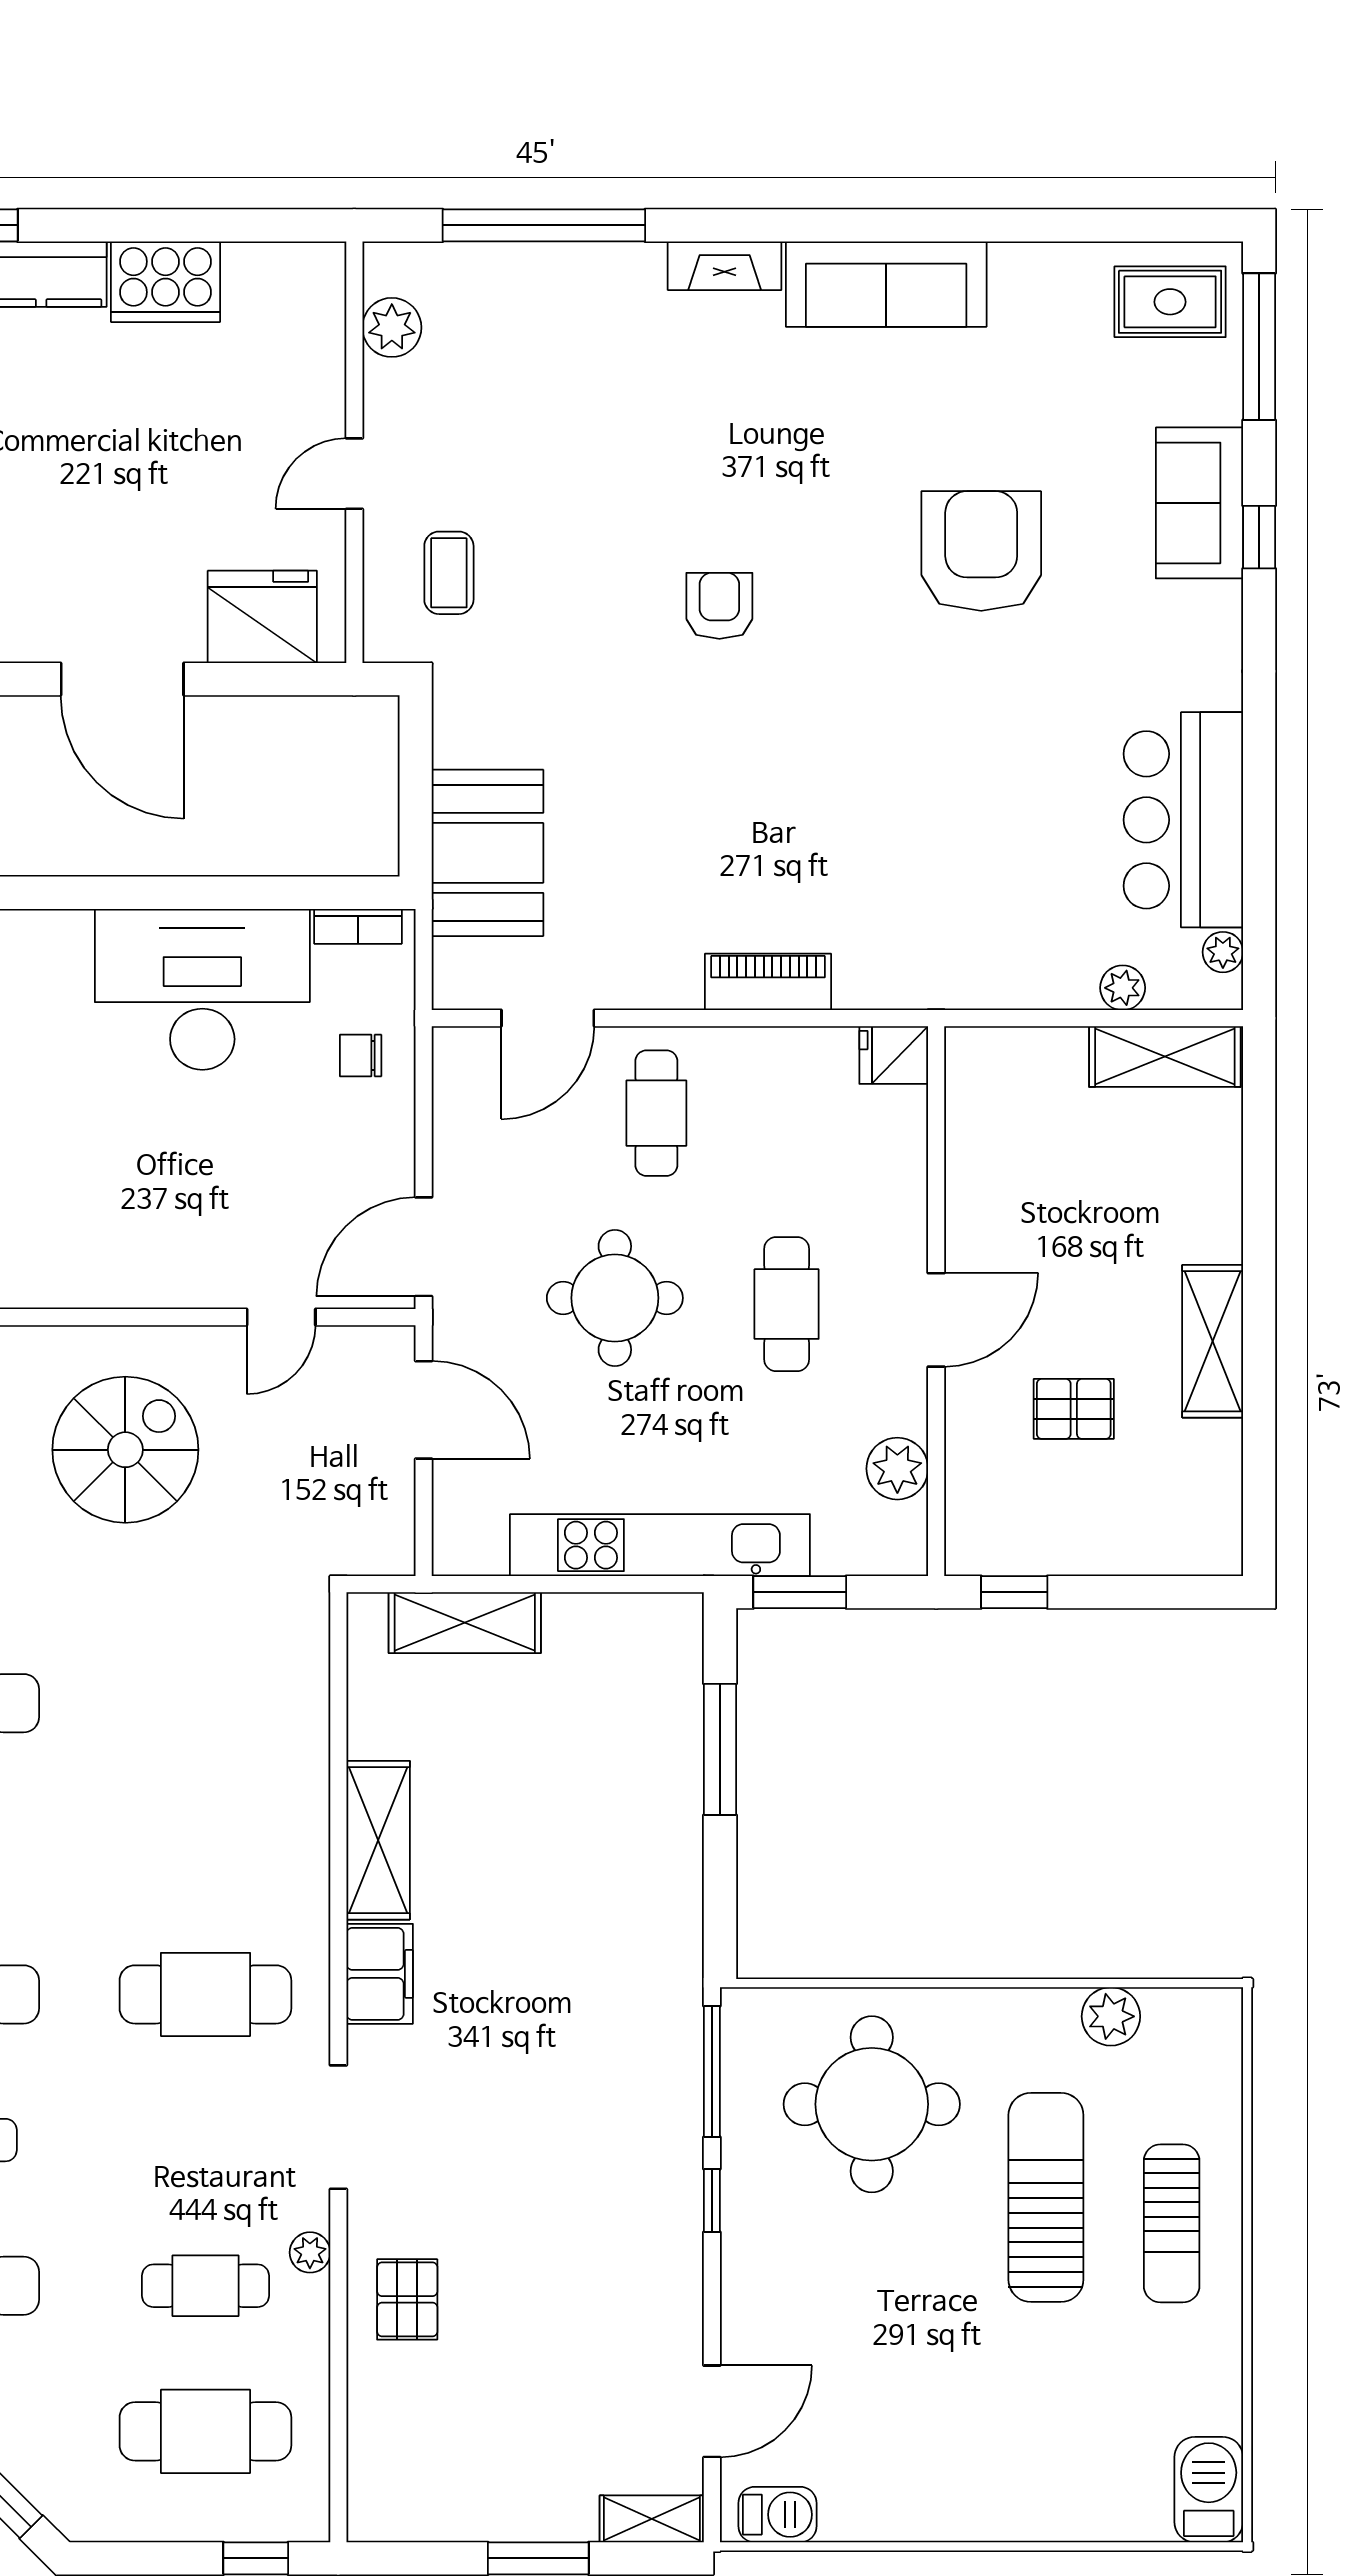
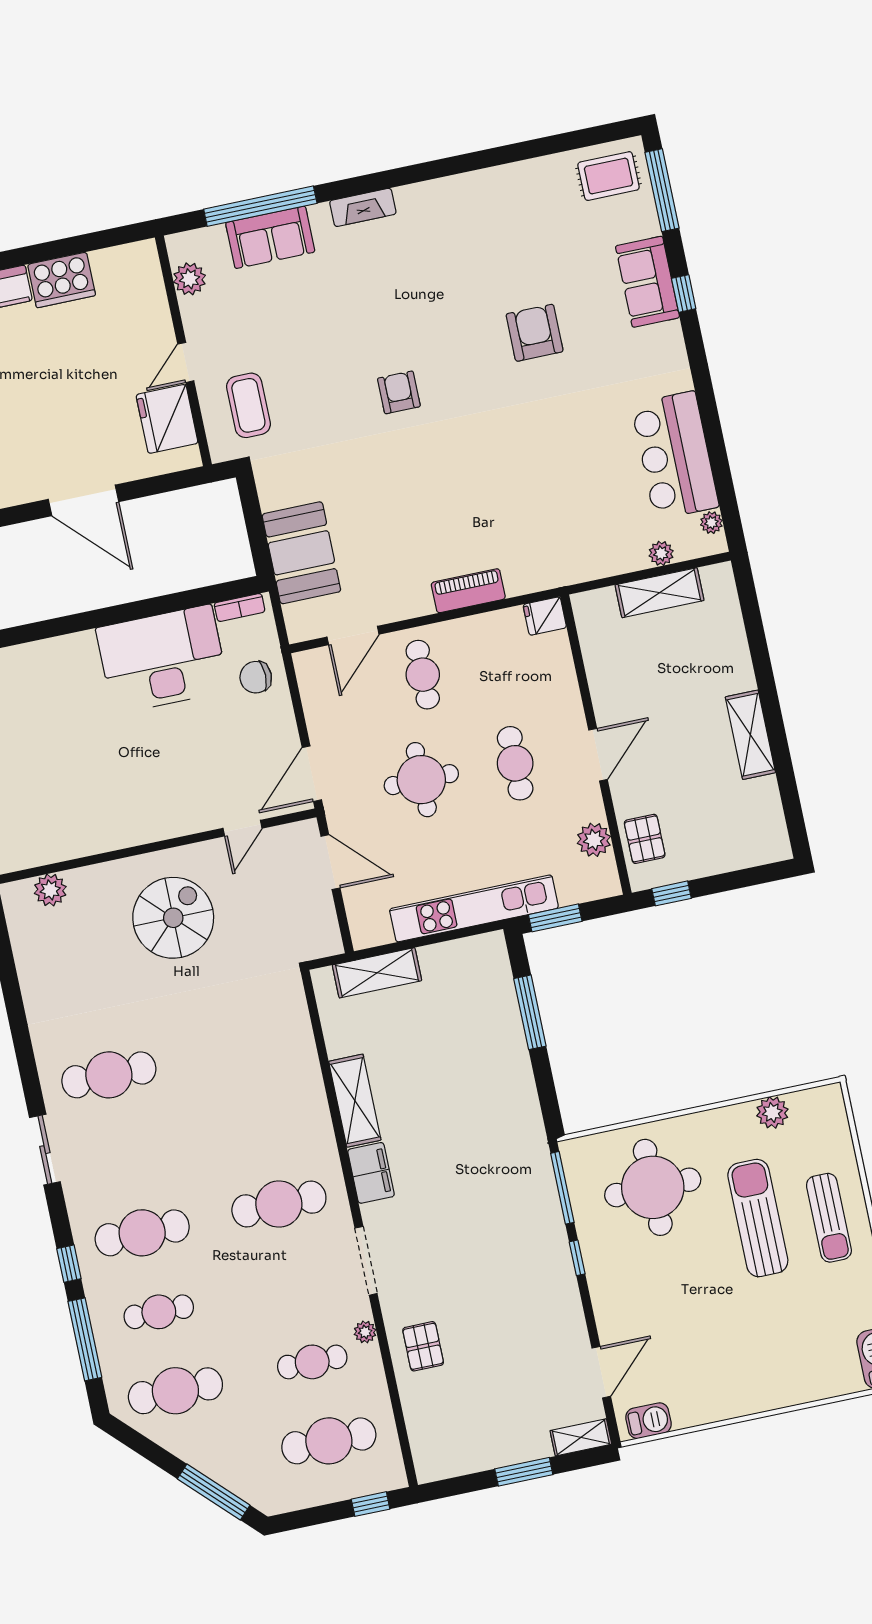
sofa: (886, 284) -> (270, 237), moved, width x0.73
armchair: (981, 551) -> (535, 333), width x0.73, depth x0.73
coffee table: (449, 573) -> (248, 405), width x1.36, depth x1.30
fridge: (262, 617) -> (167, 419), moved, turned -90
chair: (361, 1056) -> (256, 677), width x1.37, depth x1.37
shelving: (1165, 1057) -> (660, 593), moved
pallet: (1074, 1409) -> (645, 839), moved, turned 90

